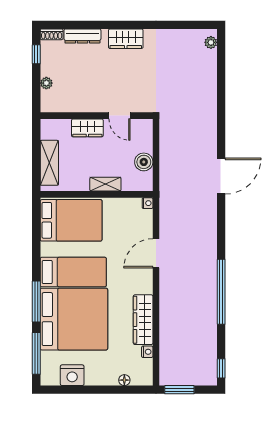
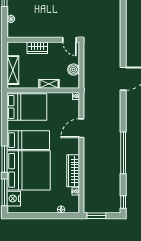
door: (120, 116) -> (70, 40), moved
nightstand: (72, 375) -> (14, 199), moved, turned 90

